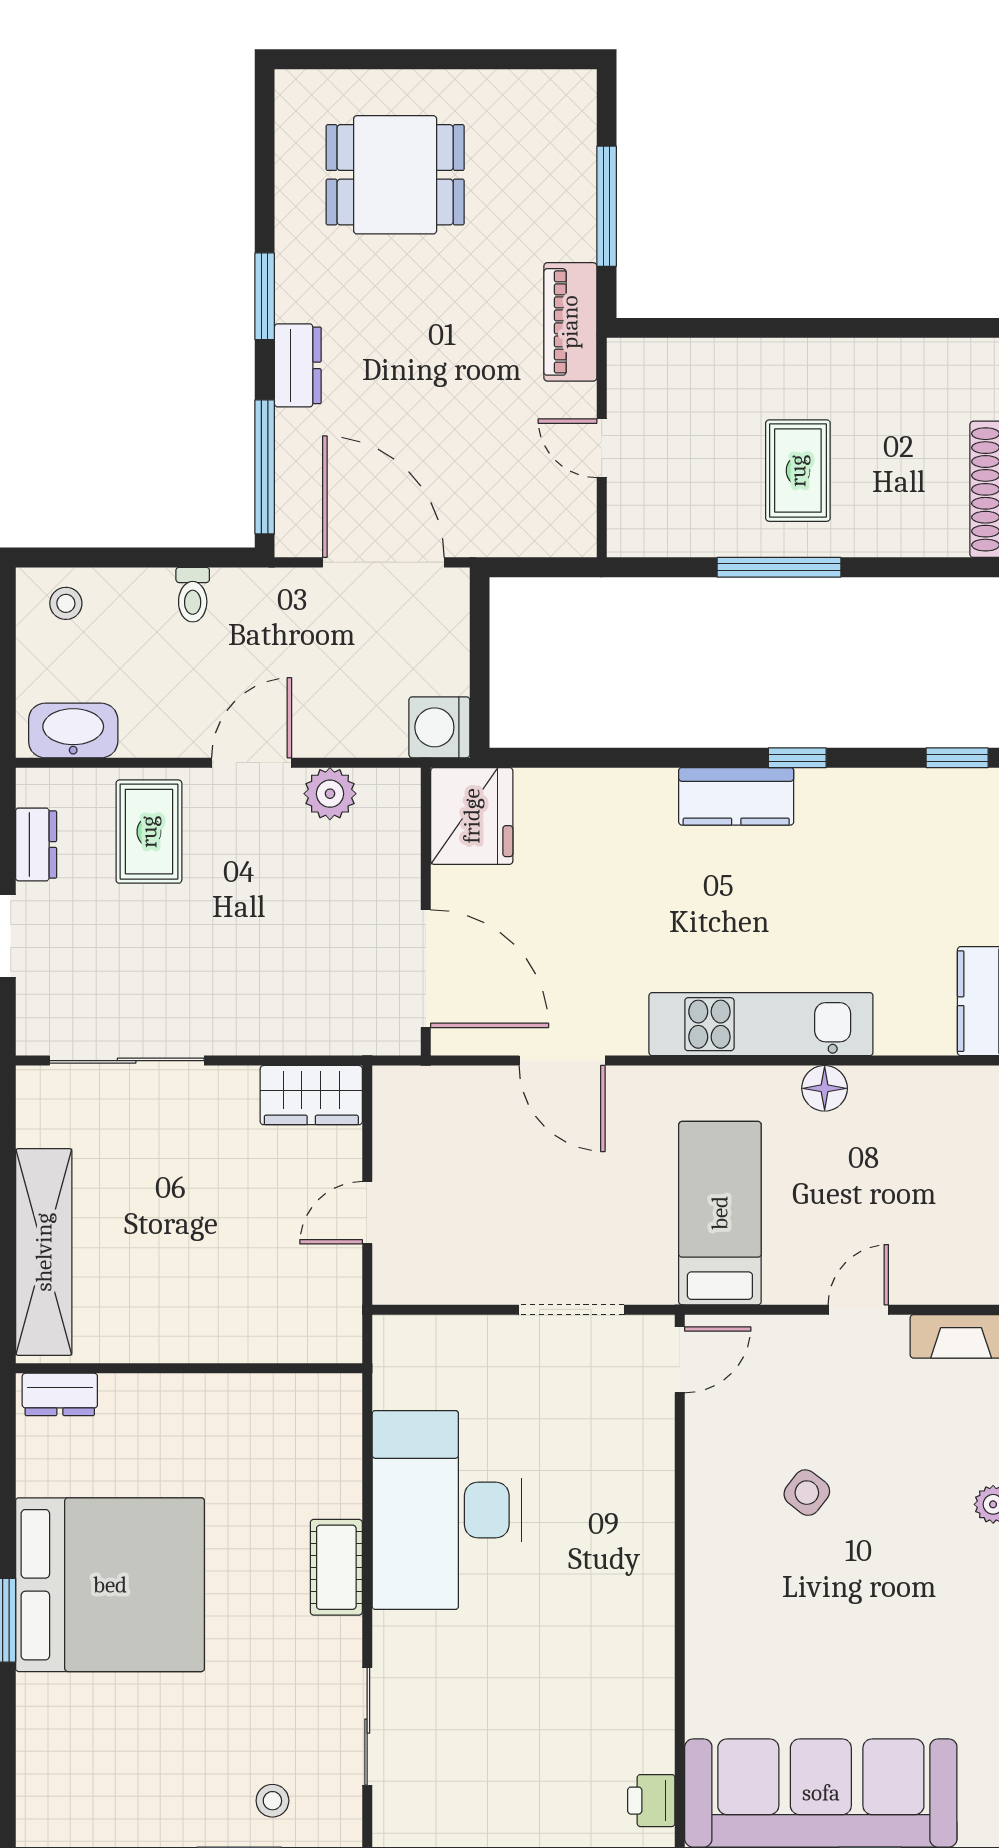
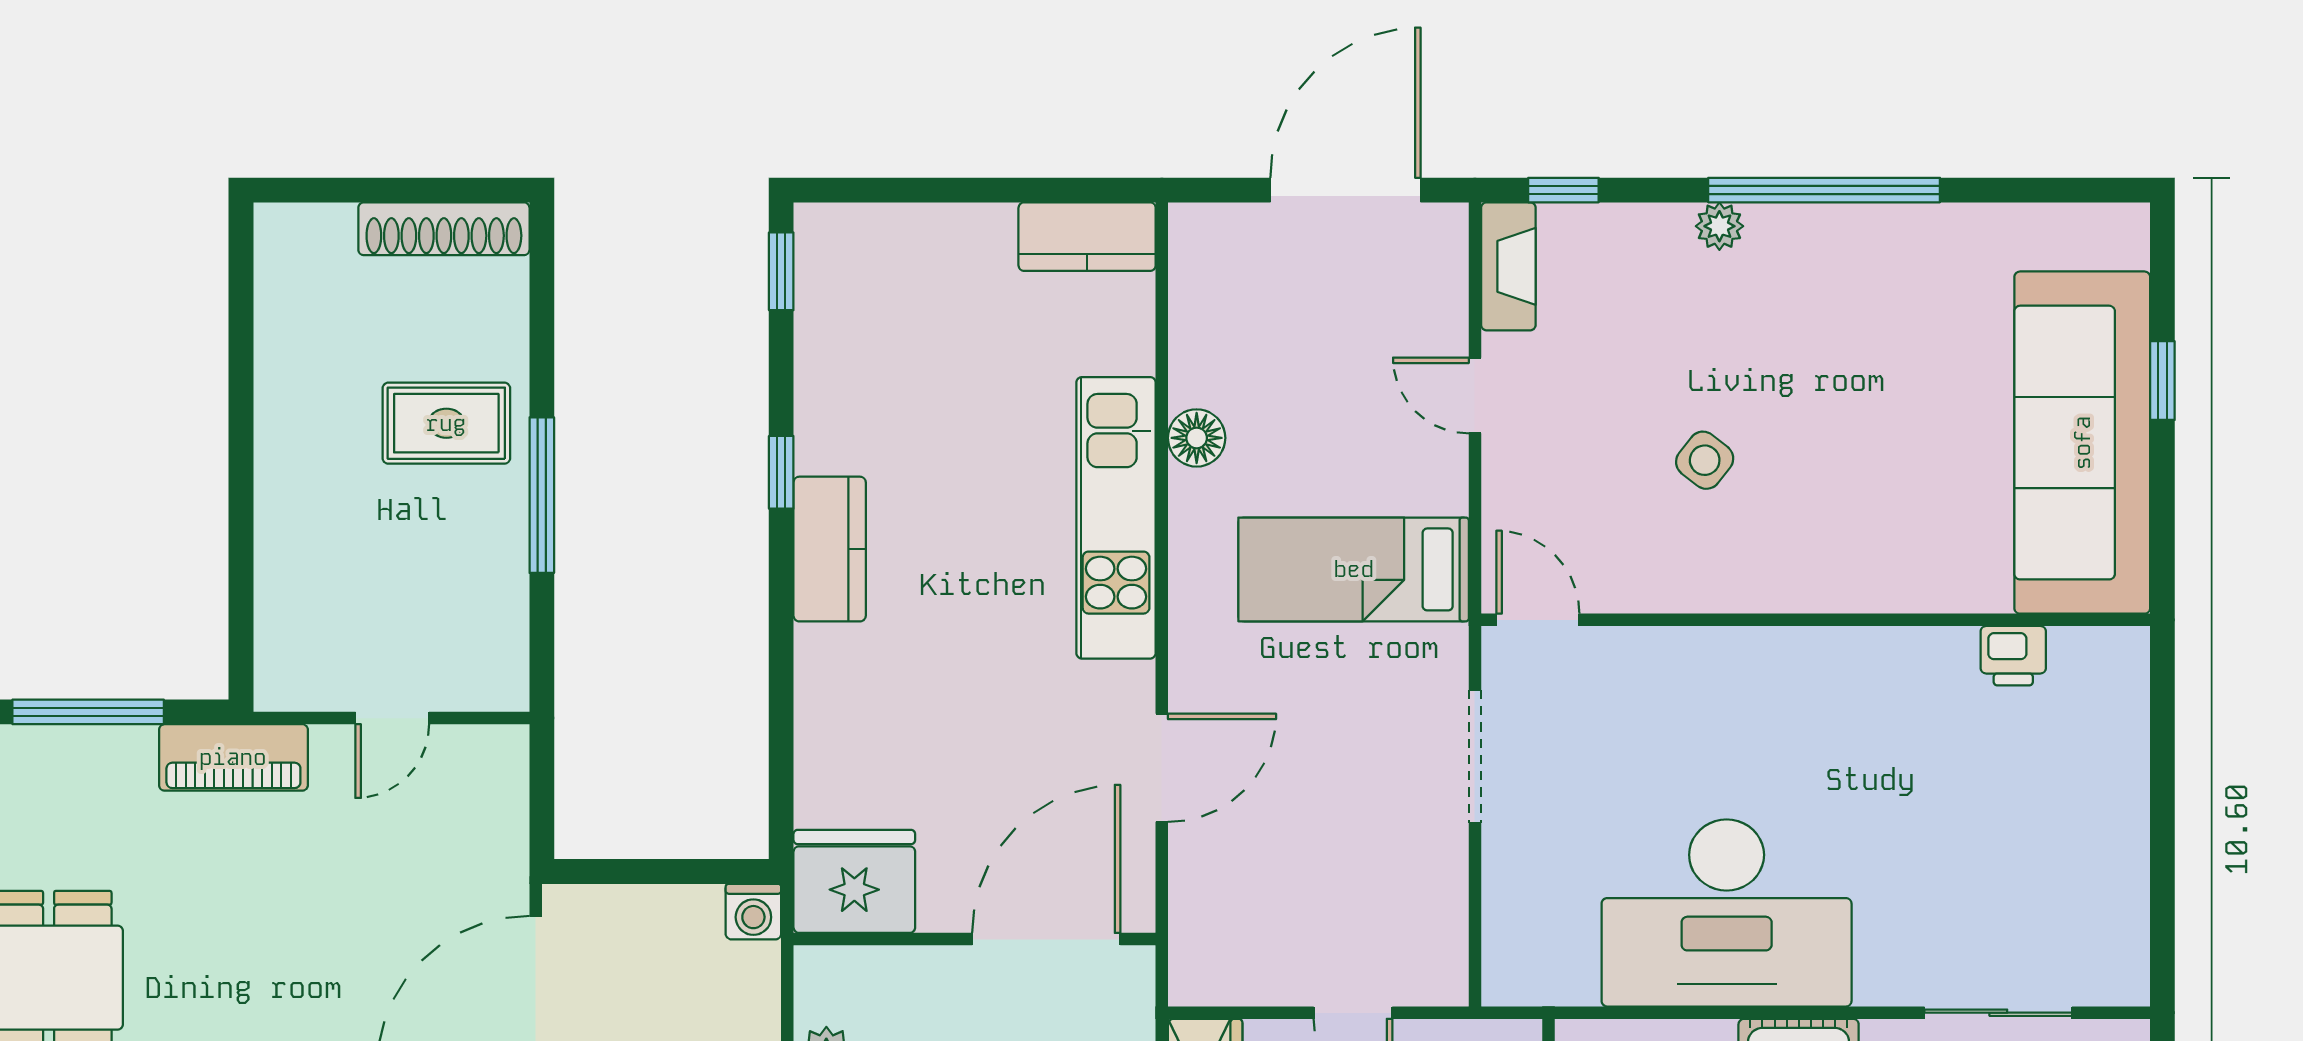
rug: (798, 471) -> (446, 423), moved
washing machine: (439, 727) -> (753, 912), width x0.73, depth x0.73
printer: (651, 1801) -> (2013, 656), moved

